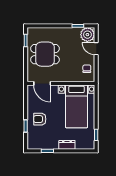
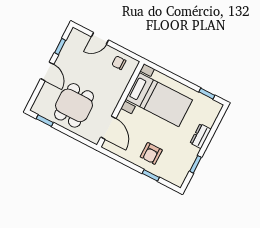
door: (58, 26) -> (47, 71), added
plant: (87, 35) -> (77, 40), removed
door: (42, 83) -> (108, 128), hinge flipped

